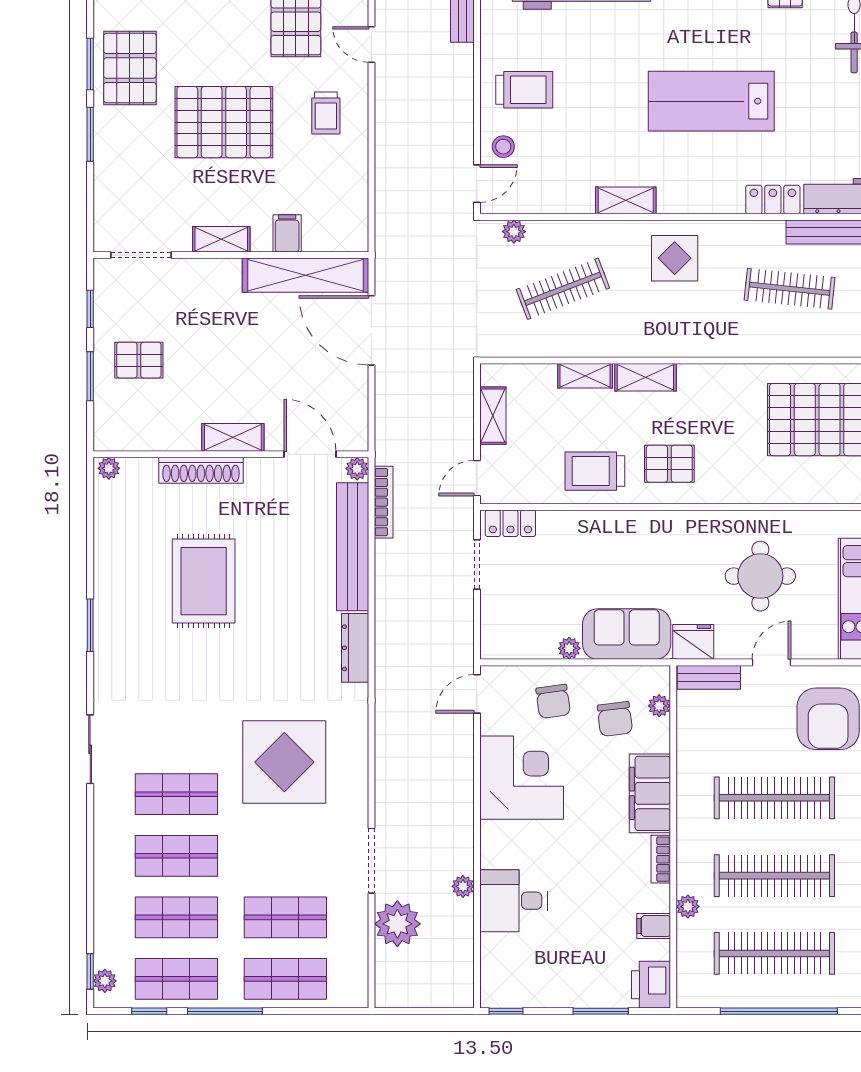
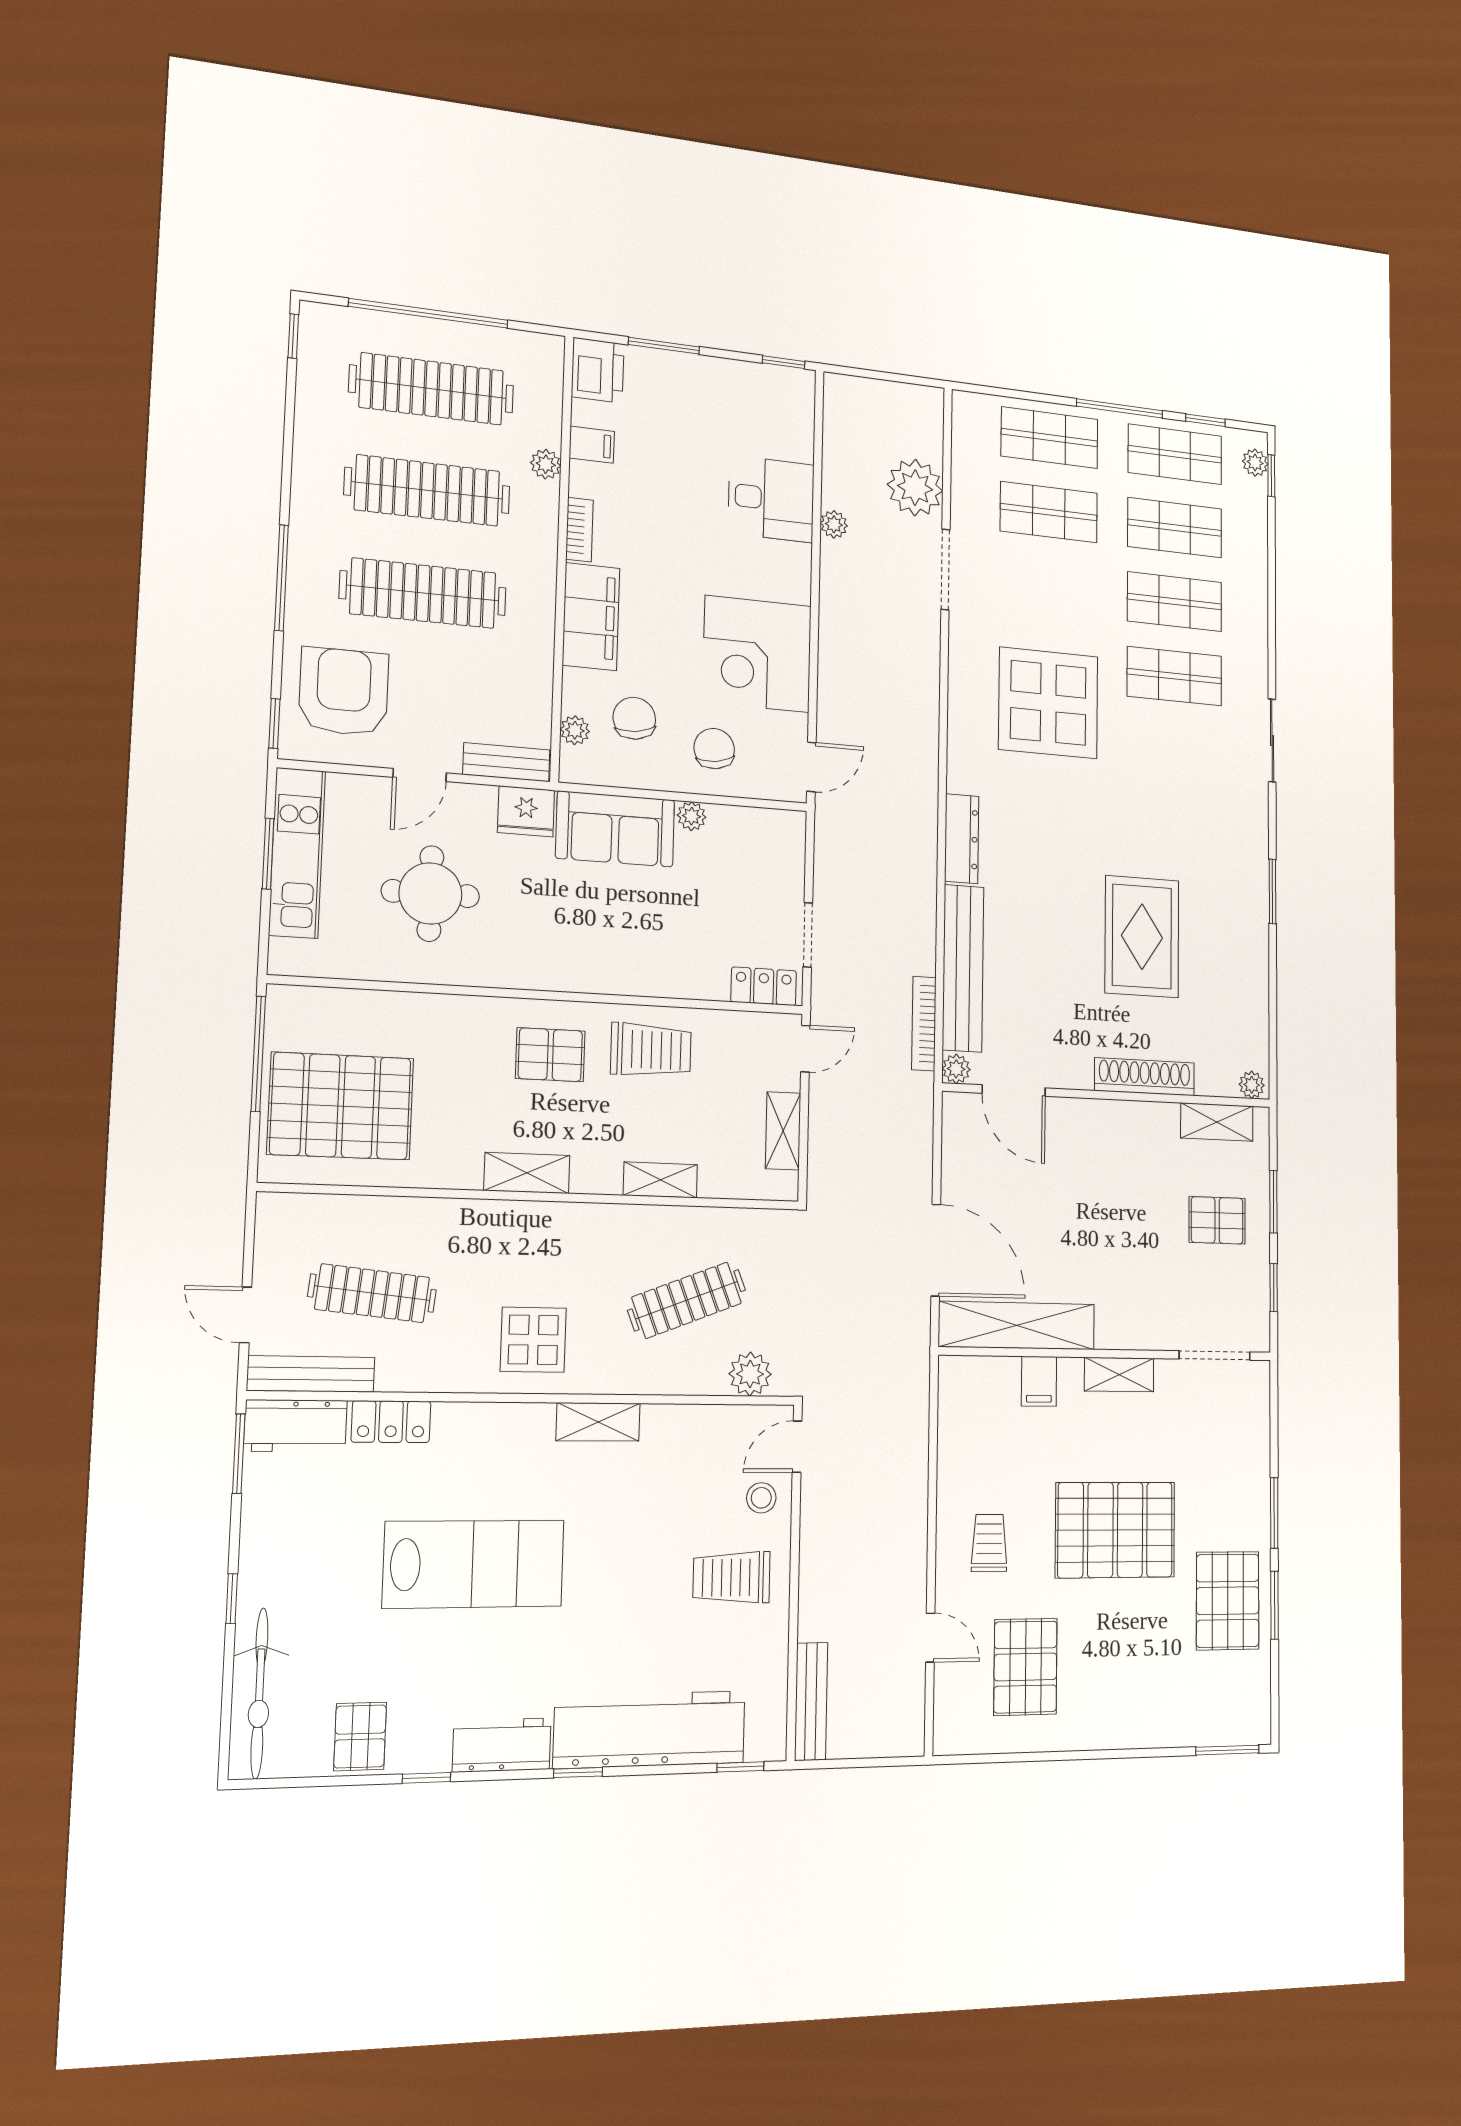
plant: (514, 232) -> (750, 1374), width x1.38, depth x1.38
shelving: (645, 377) -> (527, 1173), moved
shelving: (233, 437) -> (1217, 1122), moved

